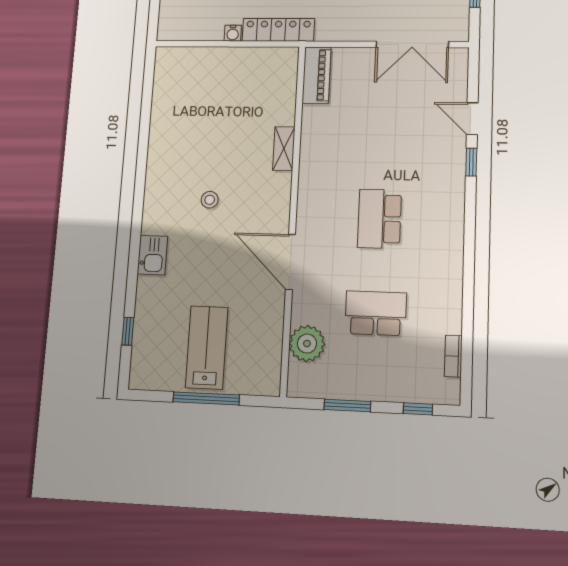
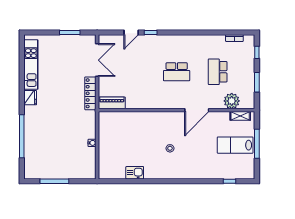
locker: (278, 30) -> (90, 93), moved
shelving: (284, 149) -> (240, 116), moved
kitchen sink: (152, 255) -> (135, 173), moved

